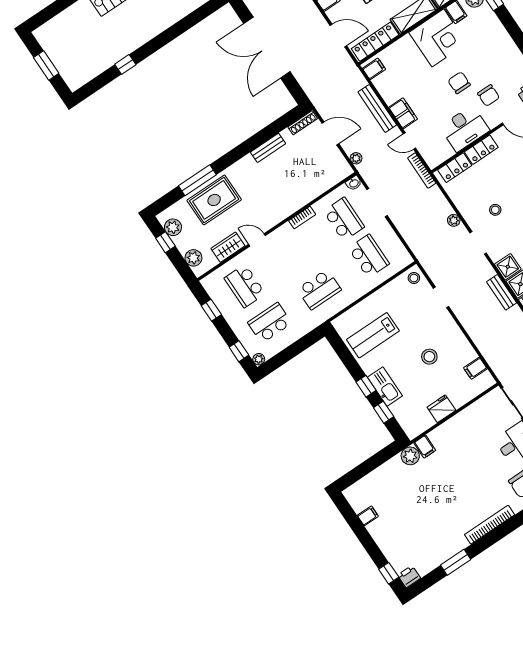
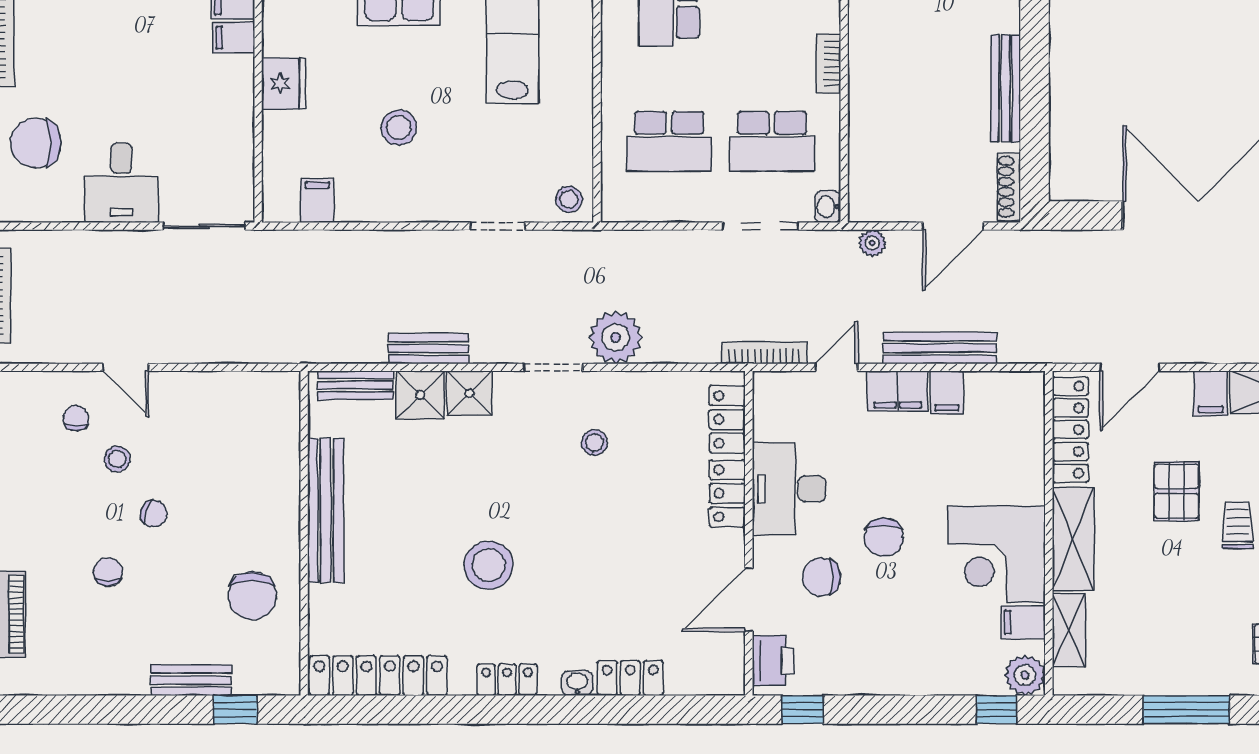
filing cabinet: (374, 69) -> (947, 392), moved
chair: (459, 83) -> (884, 537), turned 90
bench: (268, 148) -> (1006, 88), width x1.36
plant: (454, 220) -> (616, 337), width x1.88, depth x1.88
filing cabinet: (437, 438) -> (234, 38), added

